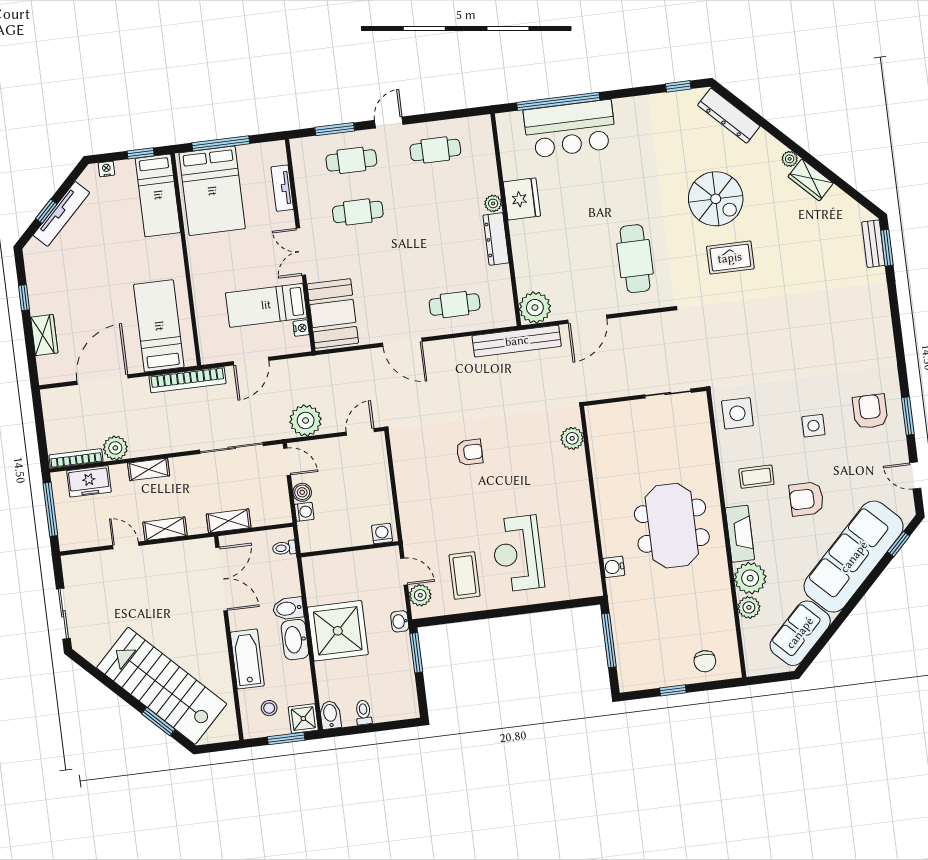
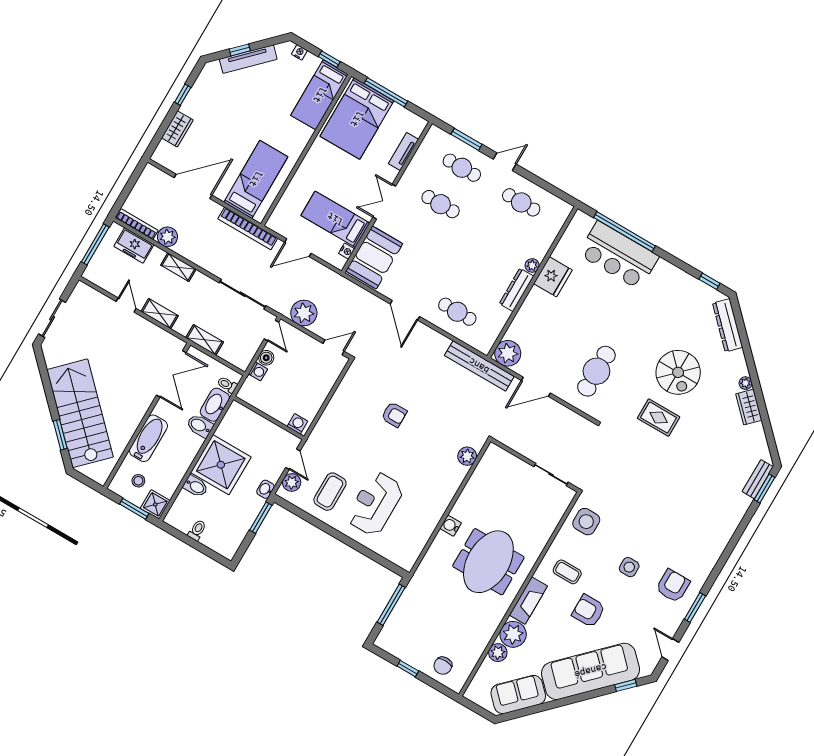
water cooler: (614, 567) -> (451, 526), moved
washbasin: (295, 640) -> (215, 405), moved
bidet: (330, 715) -> (196, 486), moved, turned 90

